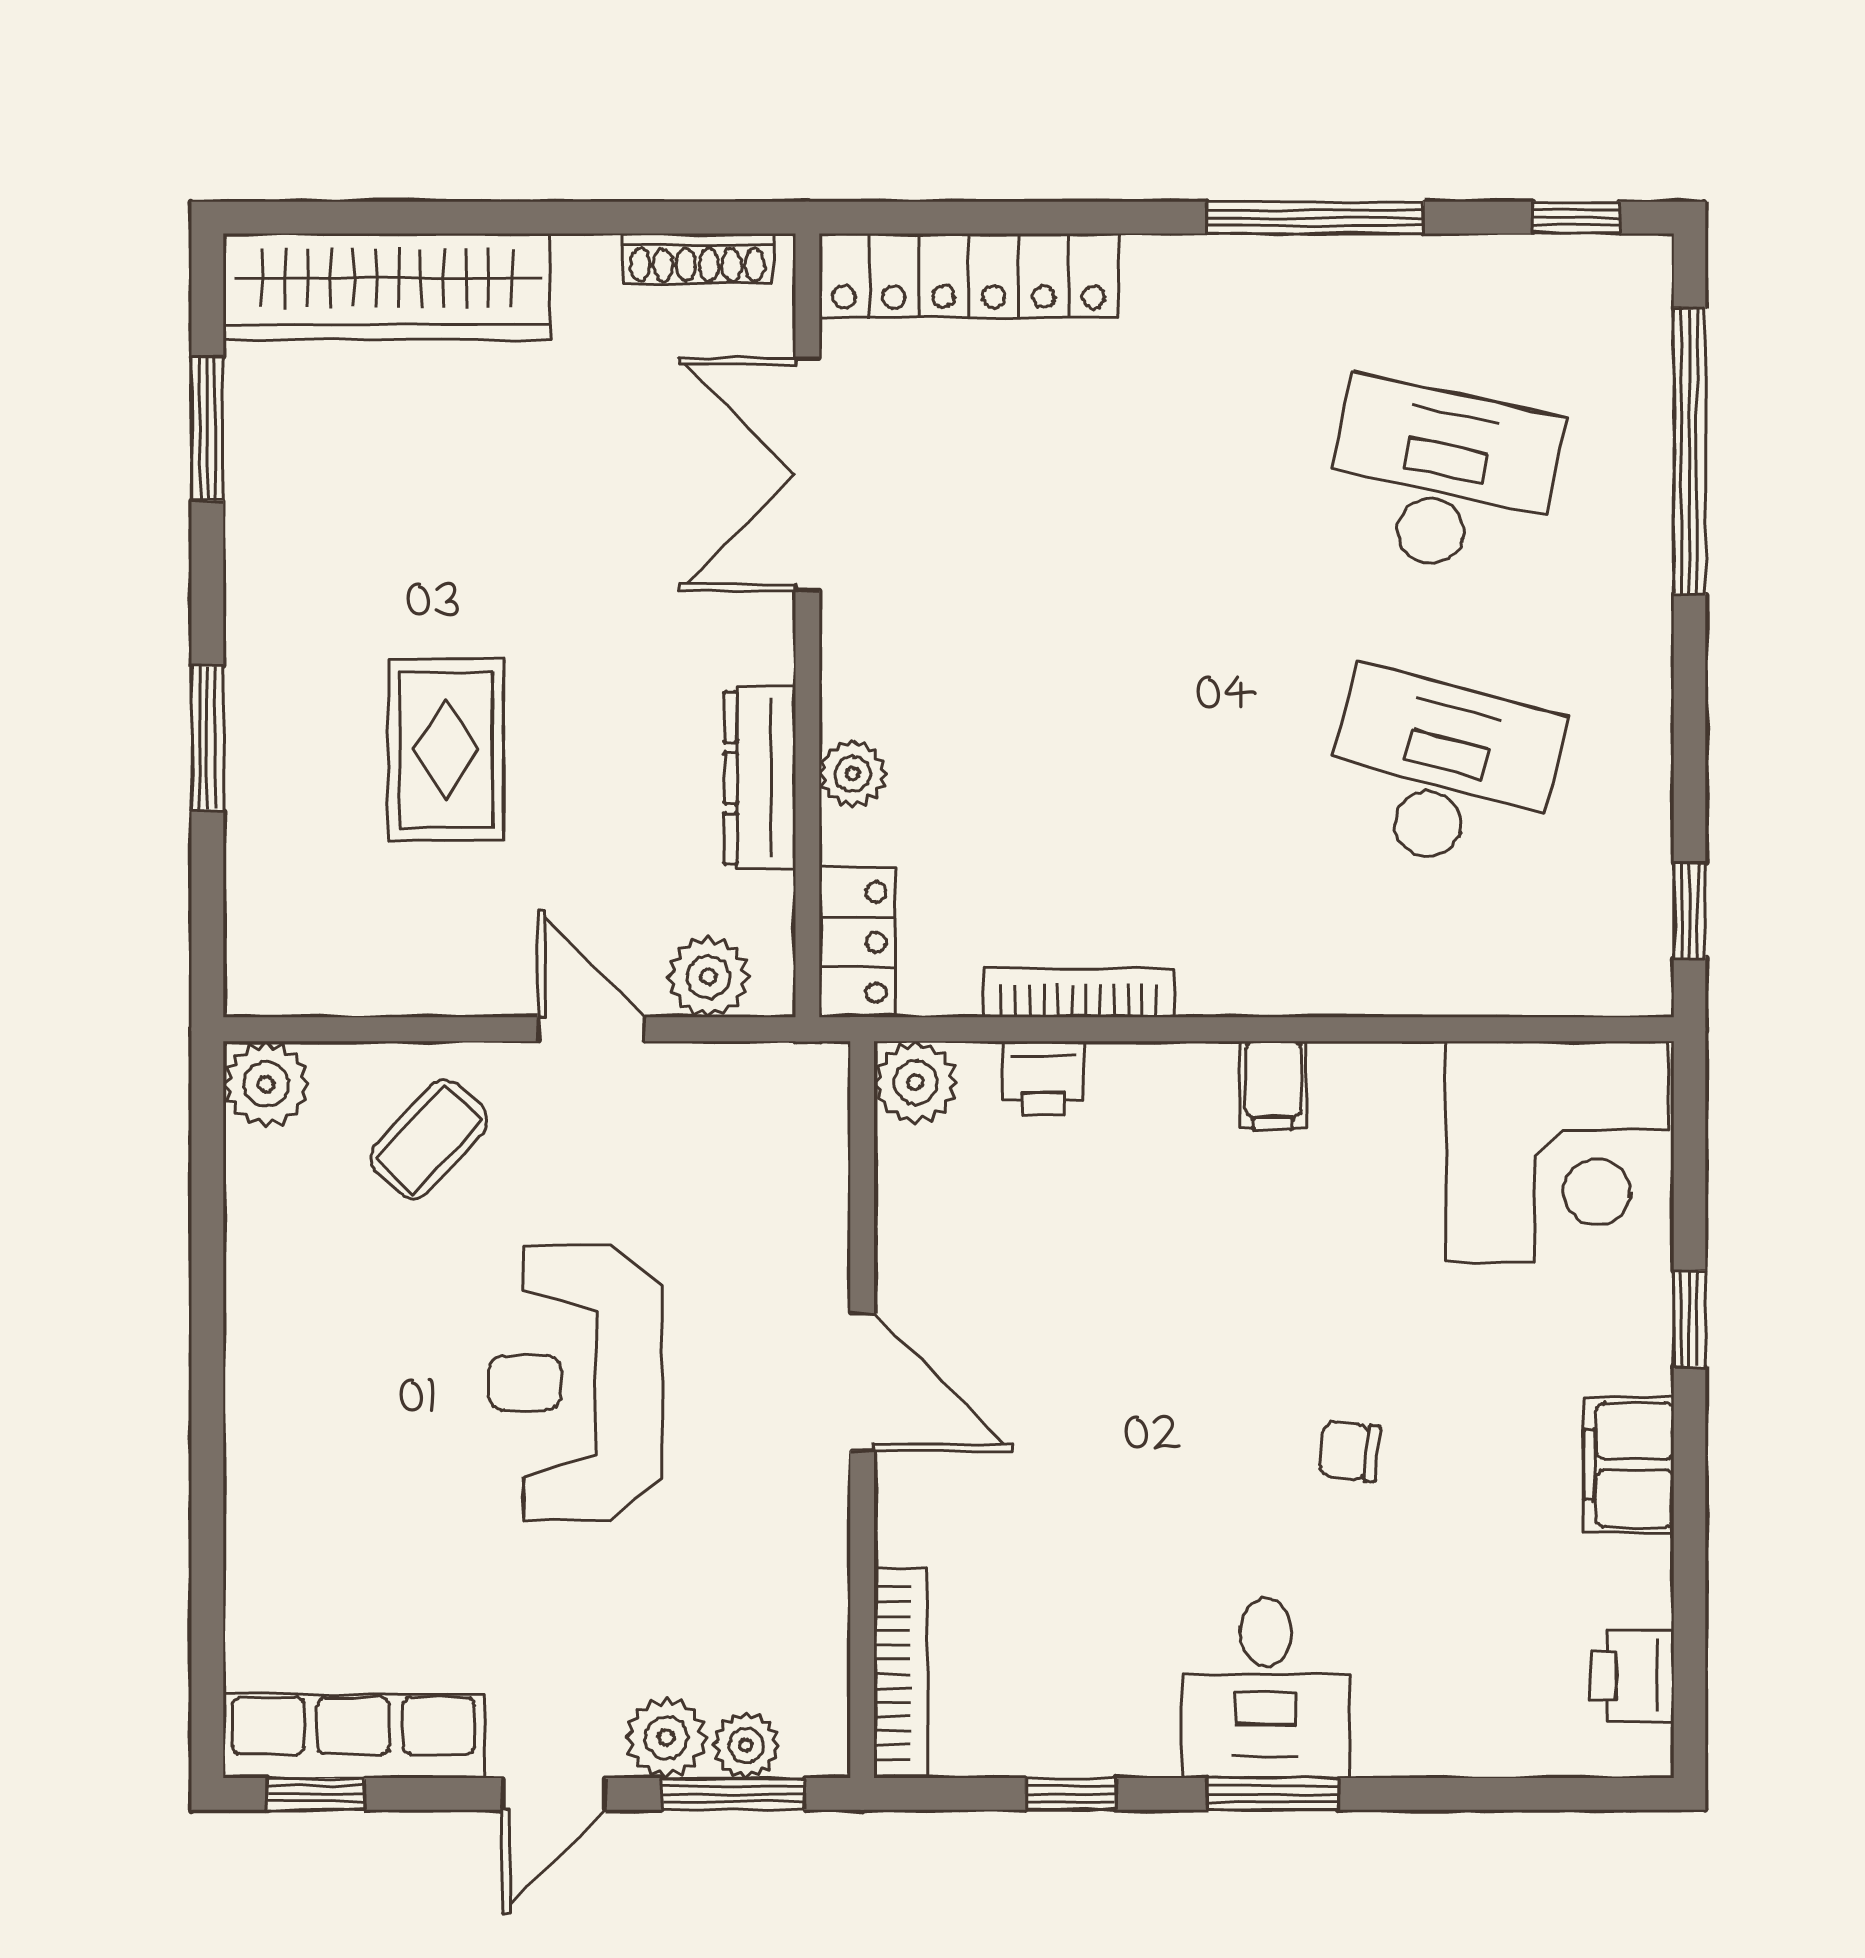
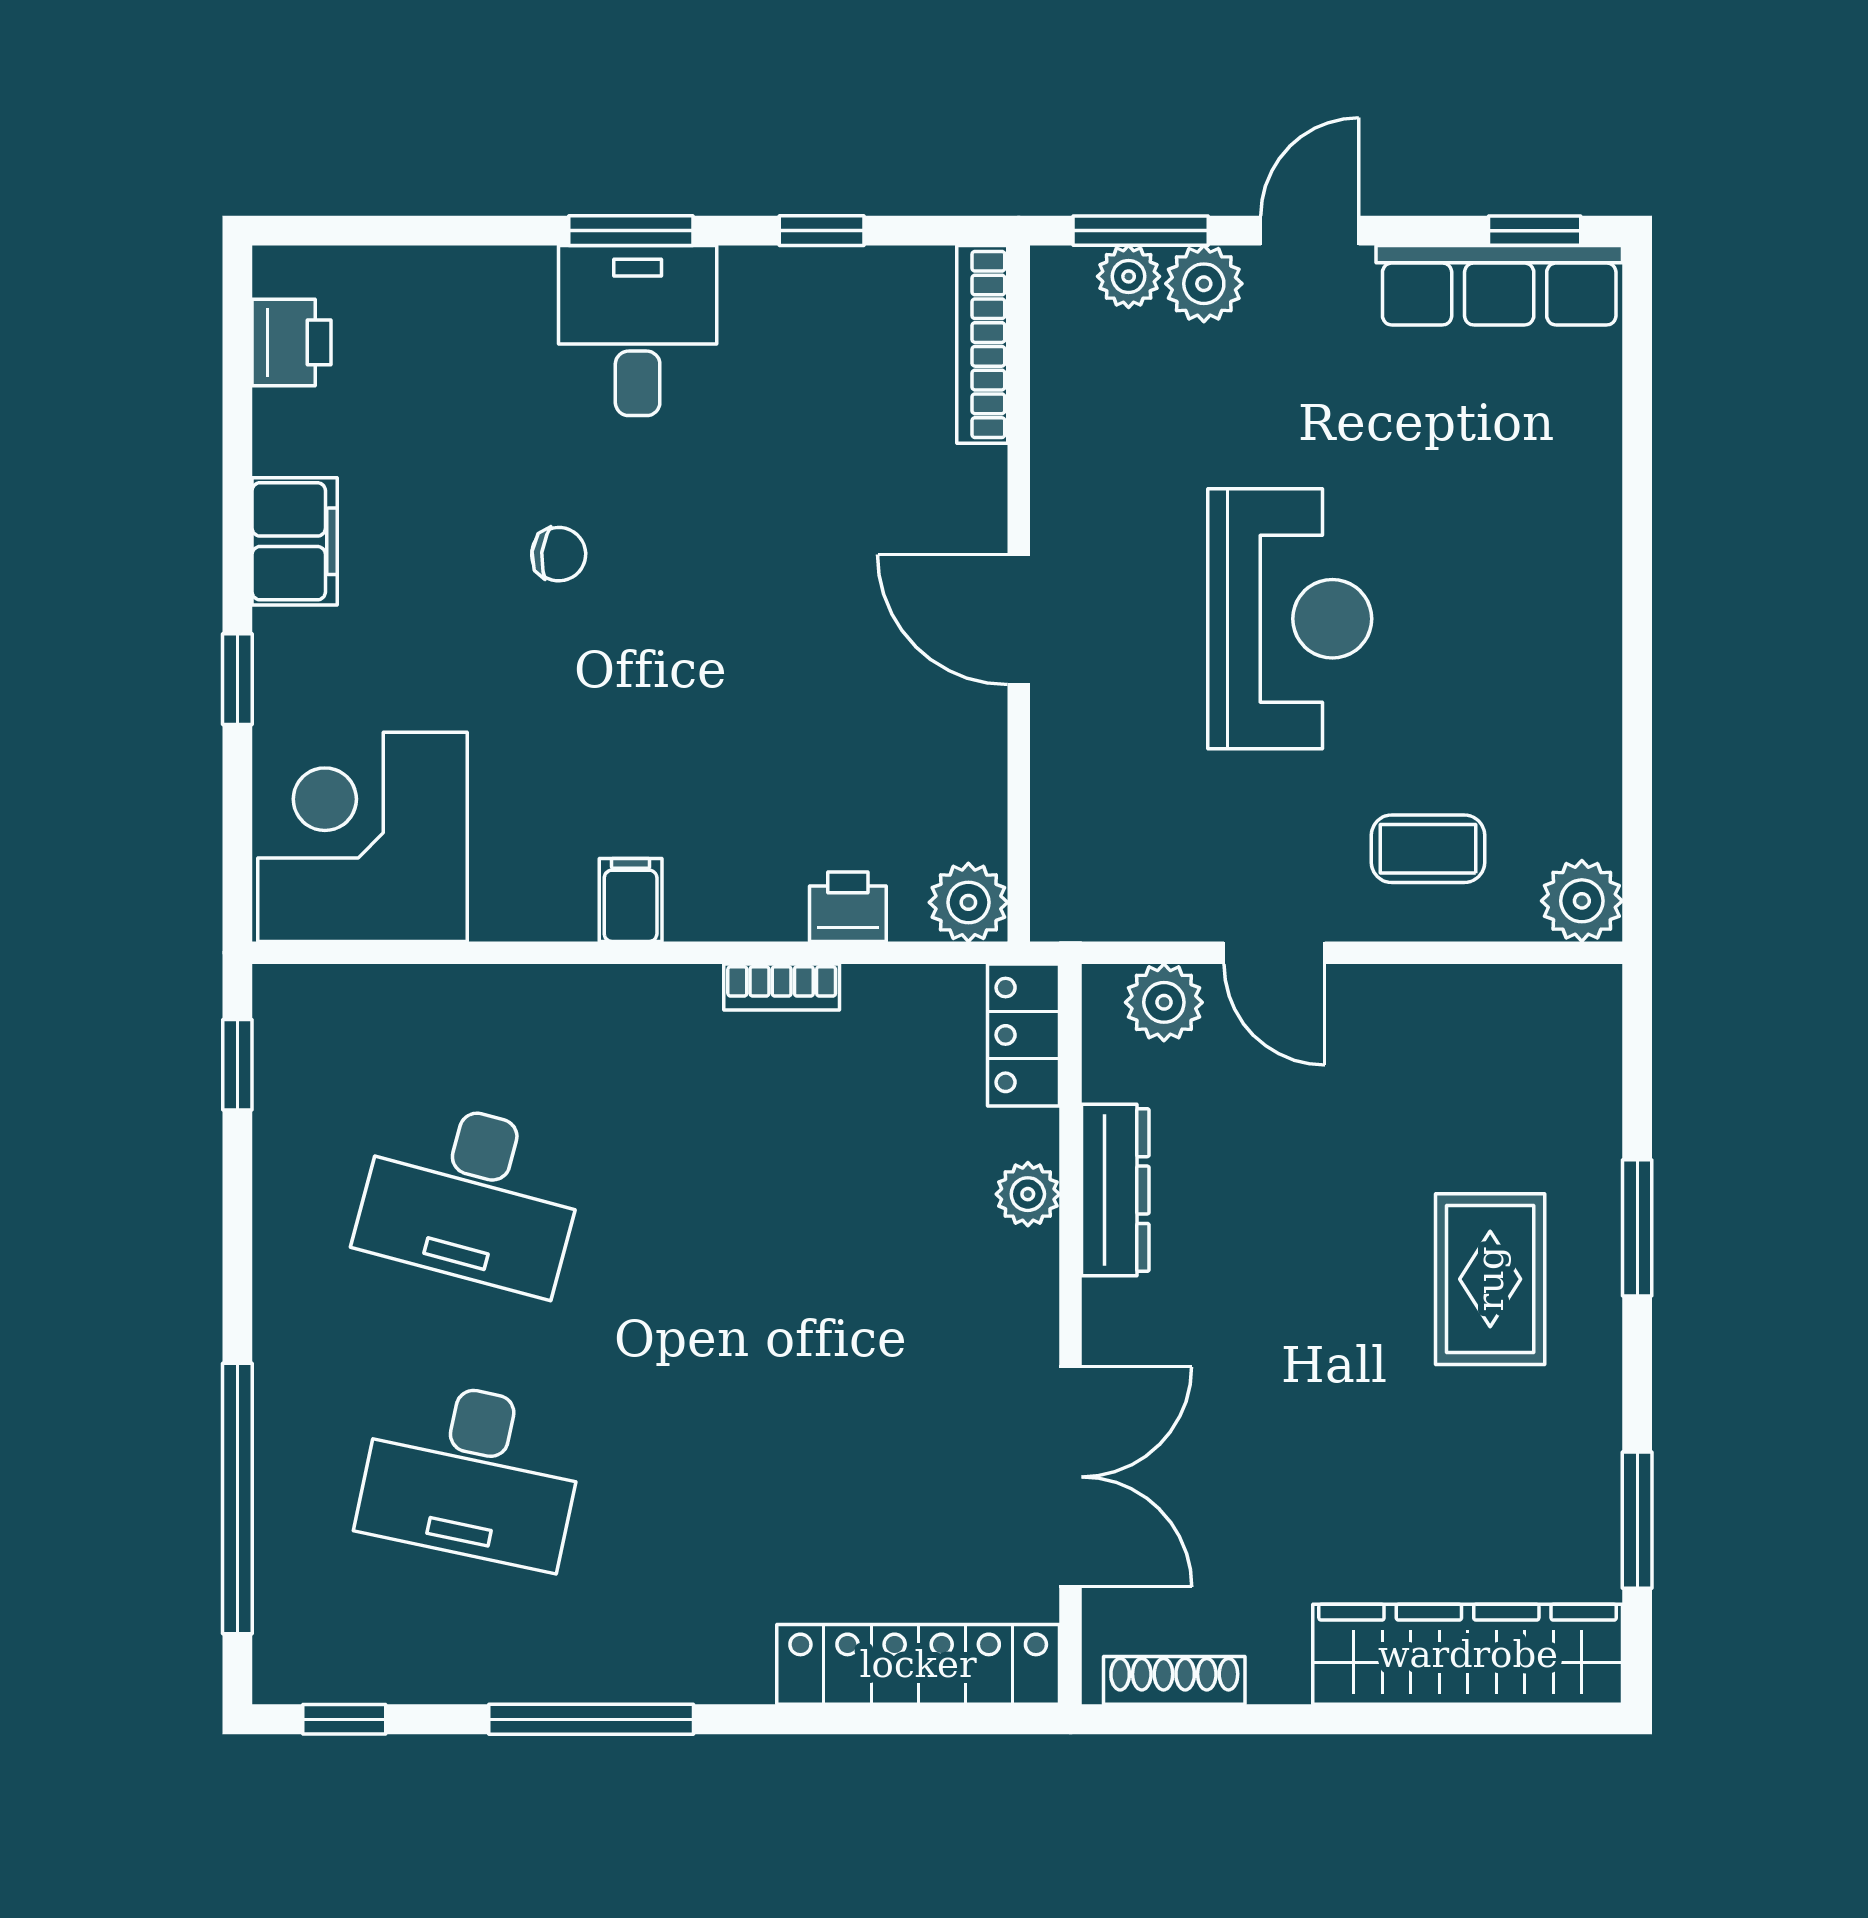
rug: (446, 749) -> (1490, 1279), moved
bookcase: (1079, 993) -> (782, 987), width x0.64
coffee table: (429, 1139) -> (1428, 849), turned 47

